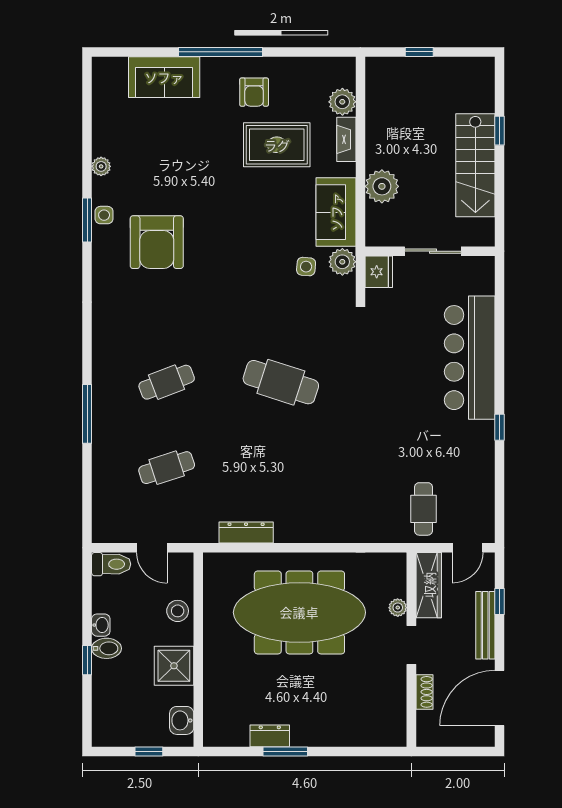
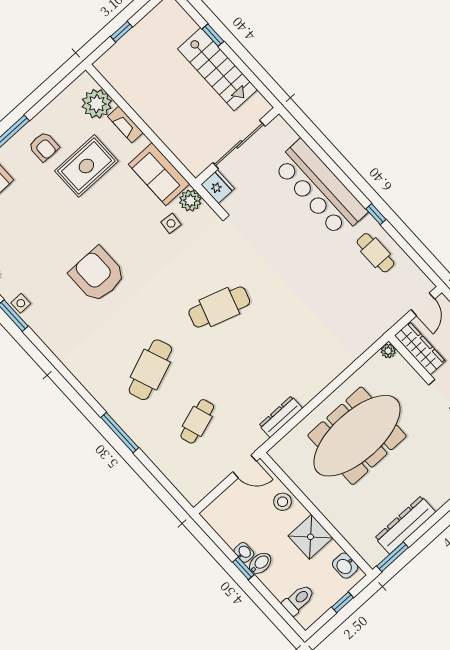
plant: (342, 102) -> (97, 104), width x1.36, depth x1.36
plant: (382, 186) -> (173, 133), removed
armchair: (157, 242) -> (97, 275), moved, turned 180
sliding door: (433, 251) -> (239, 144), width x1.37
cafe table: (167, 382) -> (150, 370), width x1.37, depth x1.35
cafe table: (423, 509) -> (375, 253), moved
door: (152, 548) -> (245, 467), moved
toilet: (111, 564) -> (298, 600), moved
plant: (398, 608) -> (388, 351), moved
window: (87, 660) -> (243, 568), moved
dresser: (270, 736) -> (405, 525), width x1.96, depth x1.24
window: (285, 752) -> (393, 557), moved

